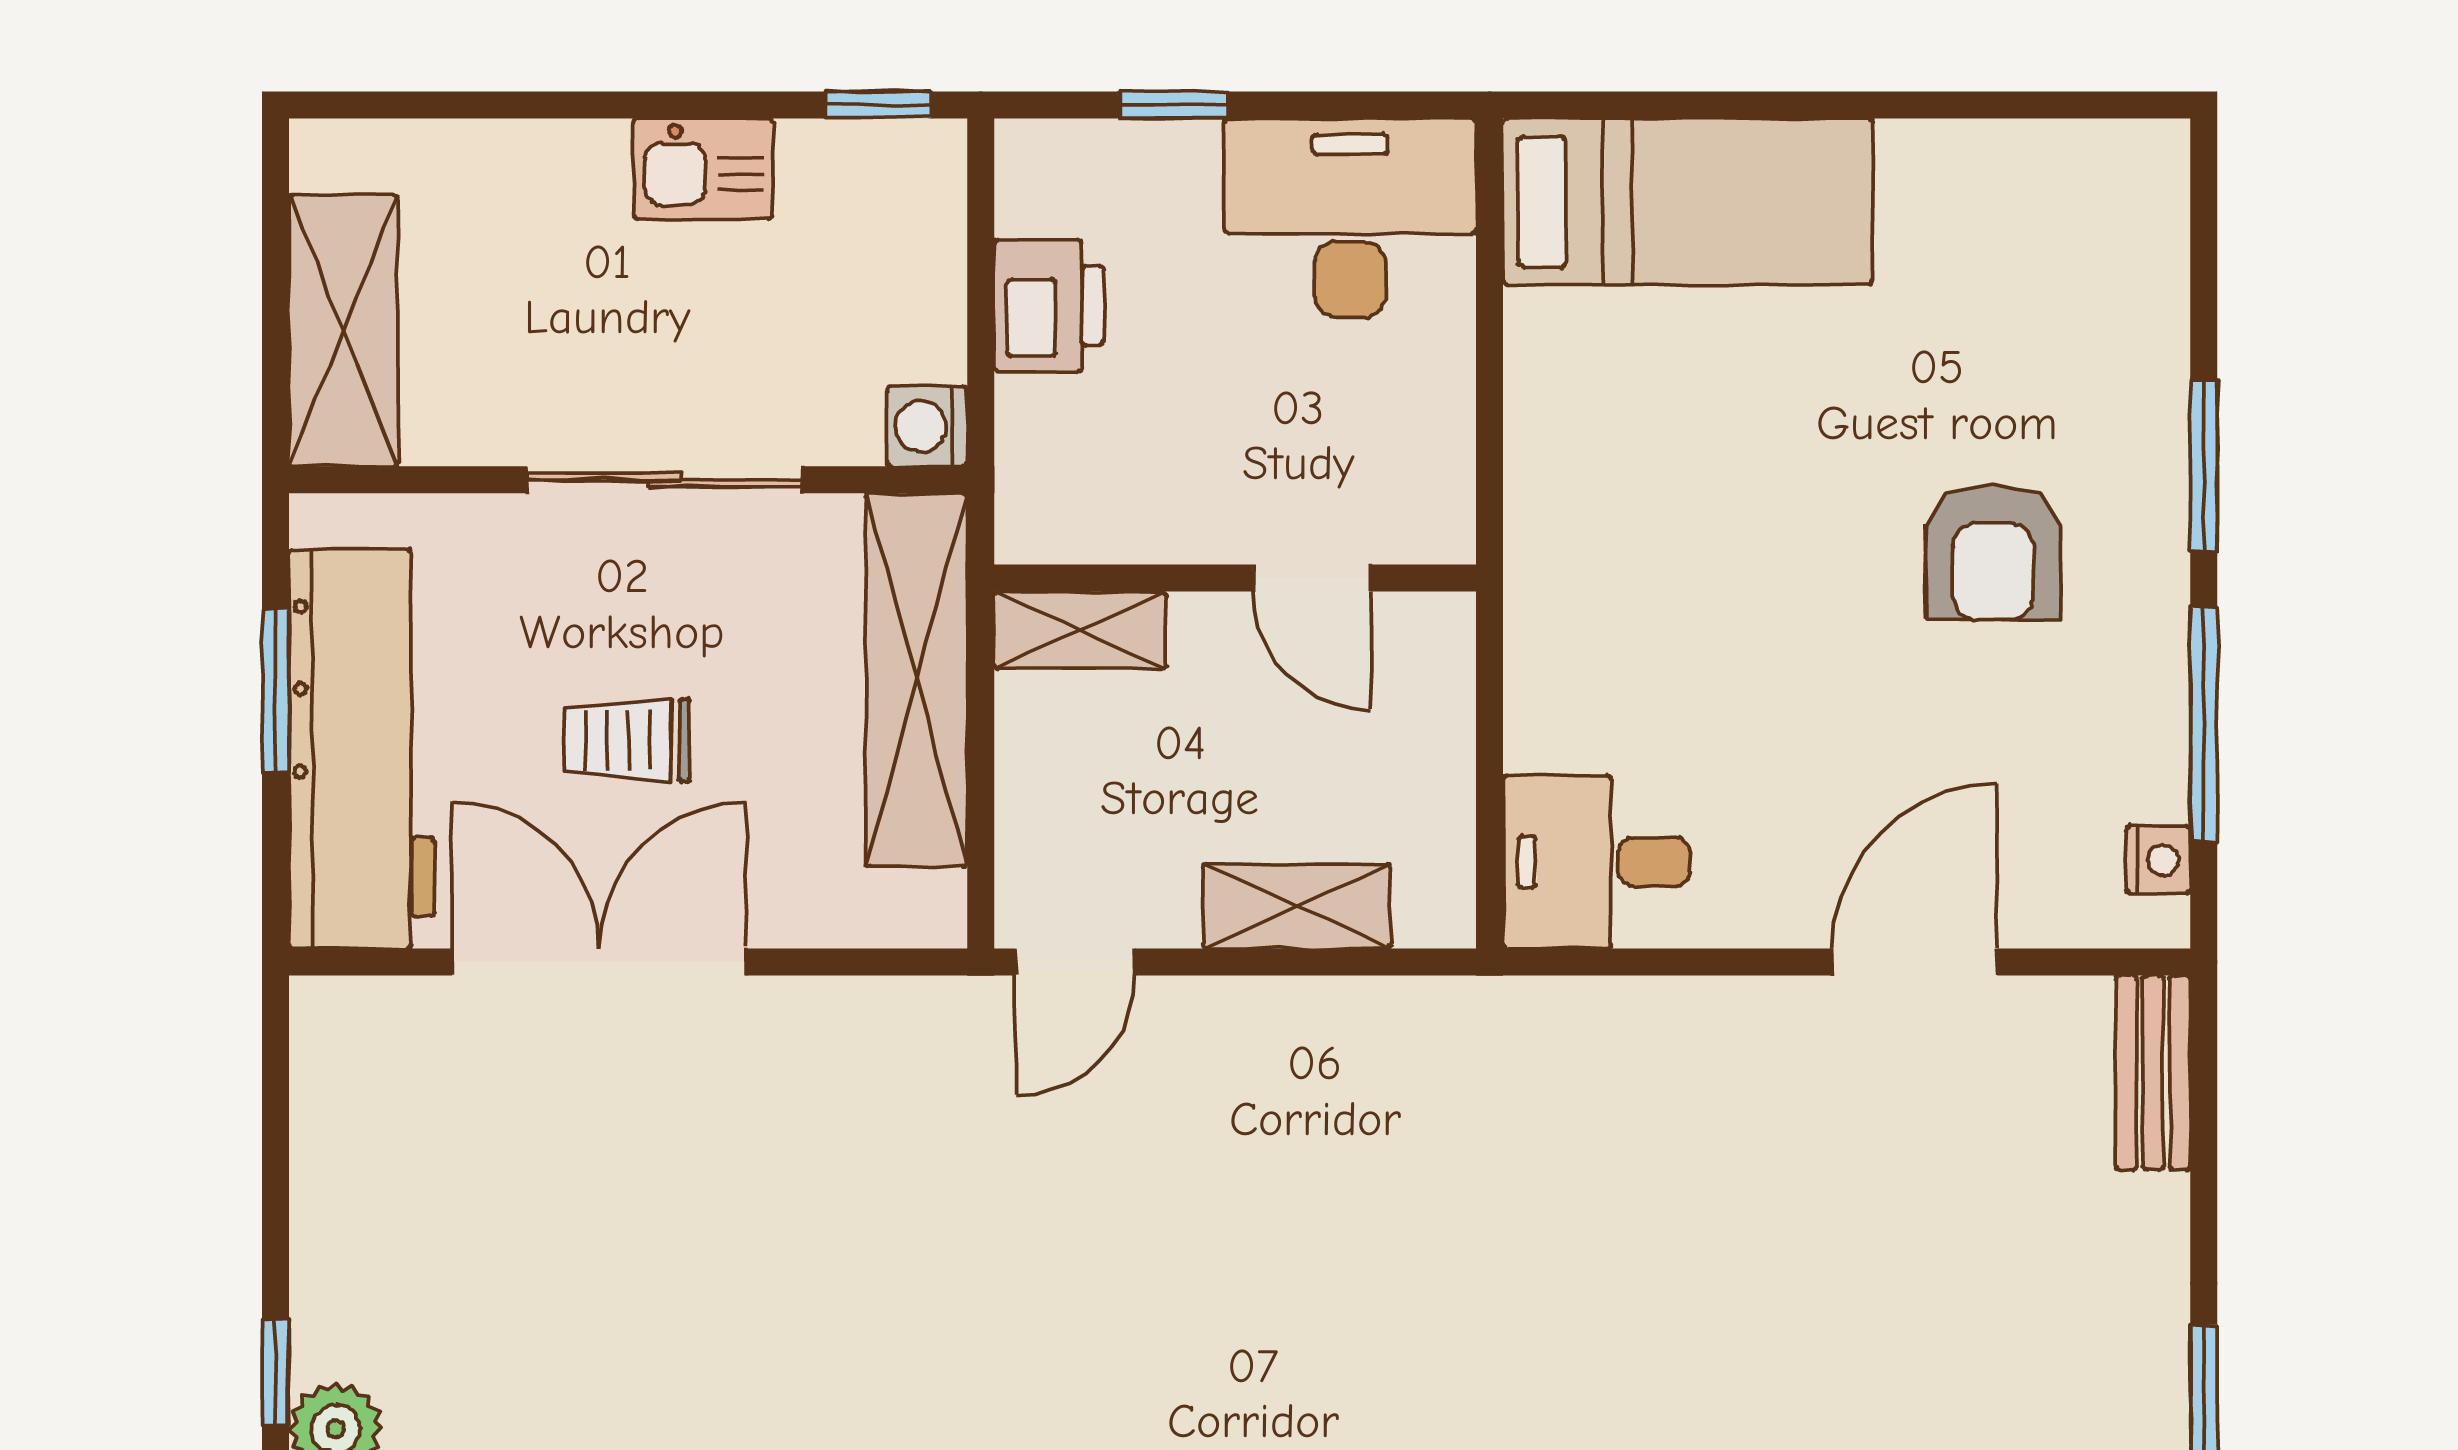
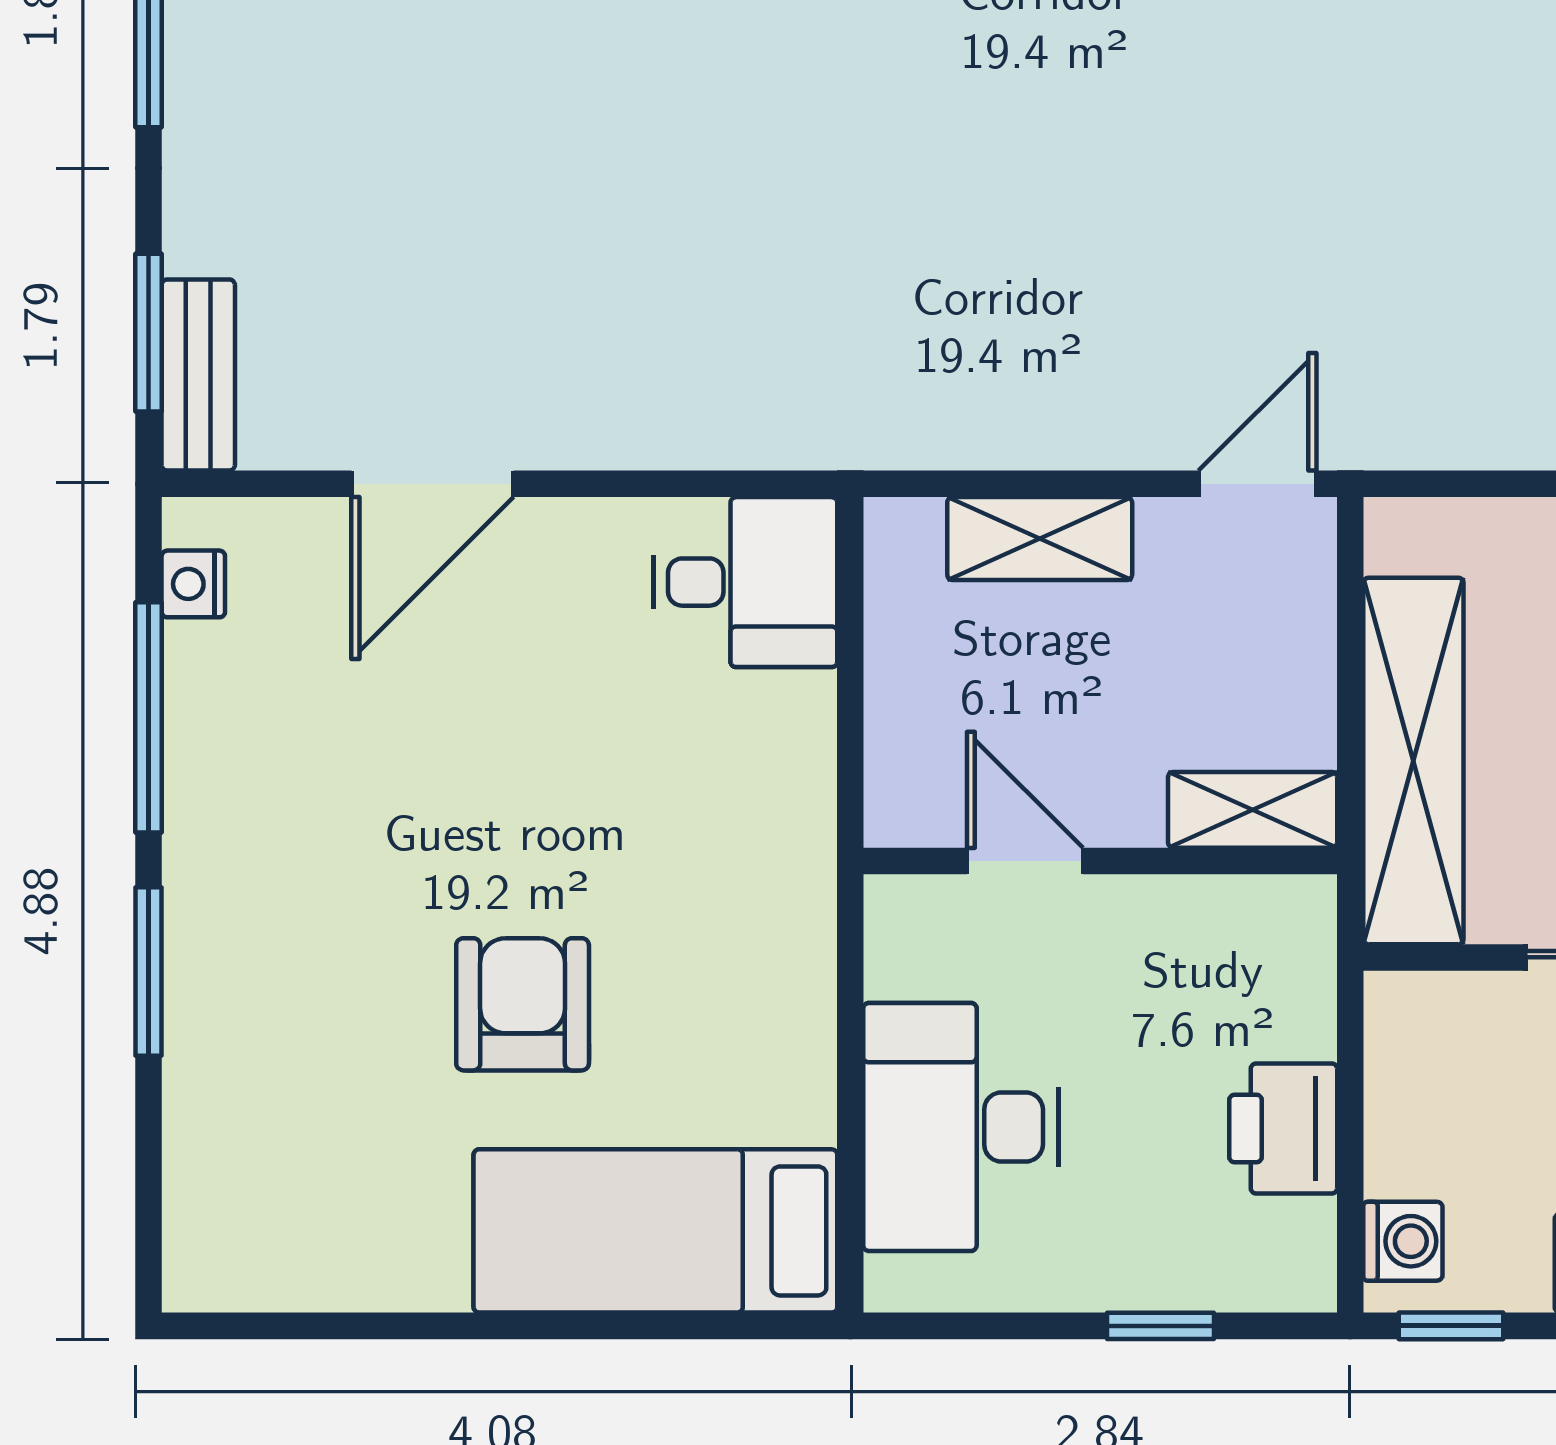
desk: (1350, 218) -> (961, 1127), moved, turned 90
washing machine: (927, 426) -> (1403, 1241), moved
armchair: (1993, 552) -> (523, 1004), moved
window: (2204, 1116) -> (149, 333), added

